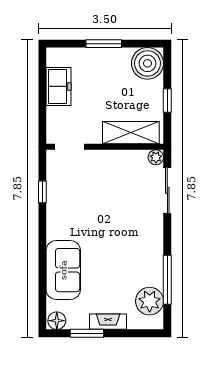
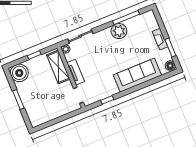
freezer: (59, 86) -> (50, 114), removed
tv unit: (110, 158) -> (76, 72), added
sofa: (63, 270) -> (137, 75), width x1.36
plant: (150, 301) -> (119, 31), moved

